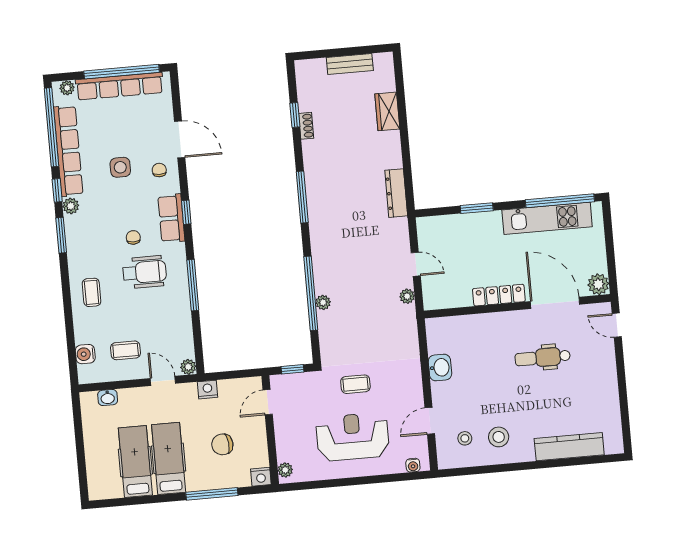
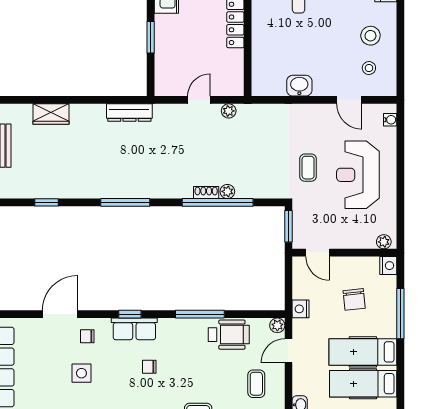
shoe rack: (306, 126) -> (206, 193), moved
wheelchair: (144, 272) -> (229, 335), moved, turned 90
window: (292, 369) -> (289, 226), width x1.50

